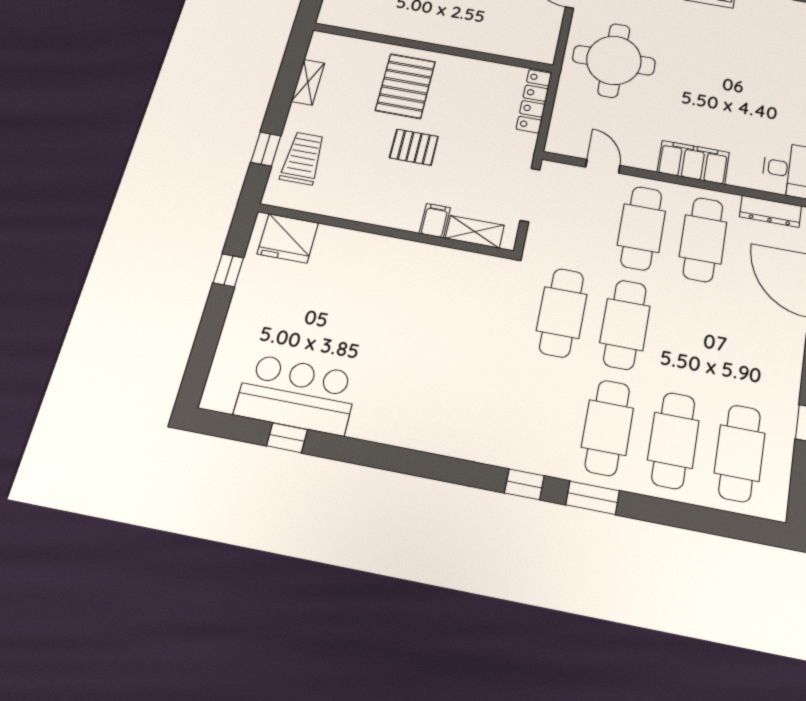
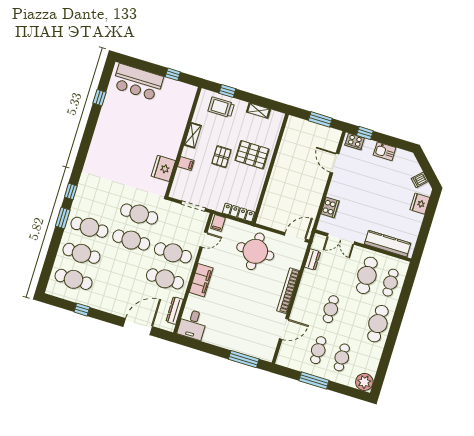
filing cabinet: (562, 140) -> (218, 223), added
trolley: (303, 158) -> (221, 107), turned 180
shelving: (475, 232) -> (193, 135), moved
fridge: (288, 238) -> (163, 168), moved
bar counter: (297, 394) -> (138, 82), moved, turned 90

